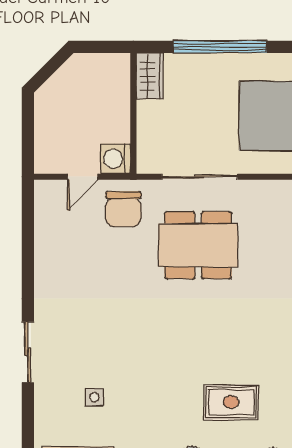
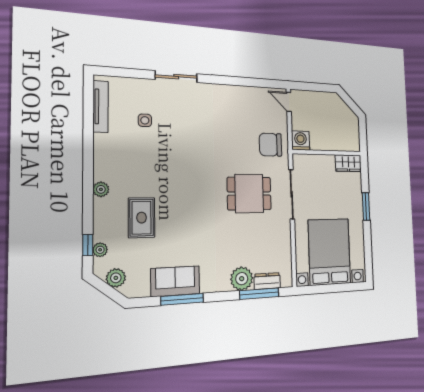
window: (220, 47) -> (366, 206), width x0.47
door: (83, 177) -> (289, 102), moved
dining table: (198, 245) -> (249, 194), width x0.73

